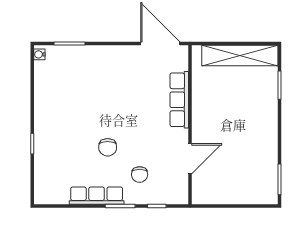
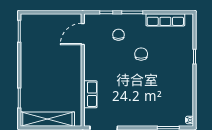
row of seats: (179, 100) -> (90, 94), width x0.68
door: (190, 159) -> (83, 34), moved
row of seats: (97, 196) -> (165, 20), moved

